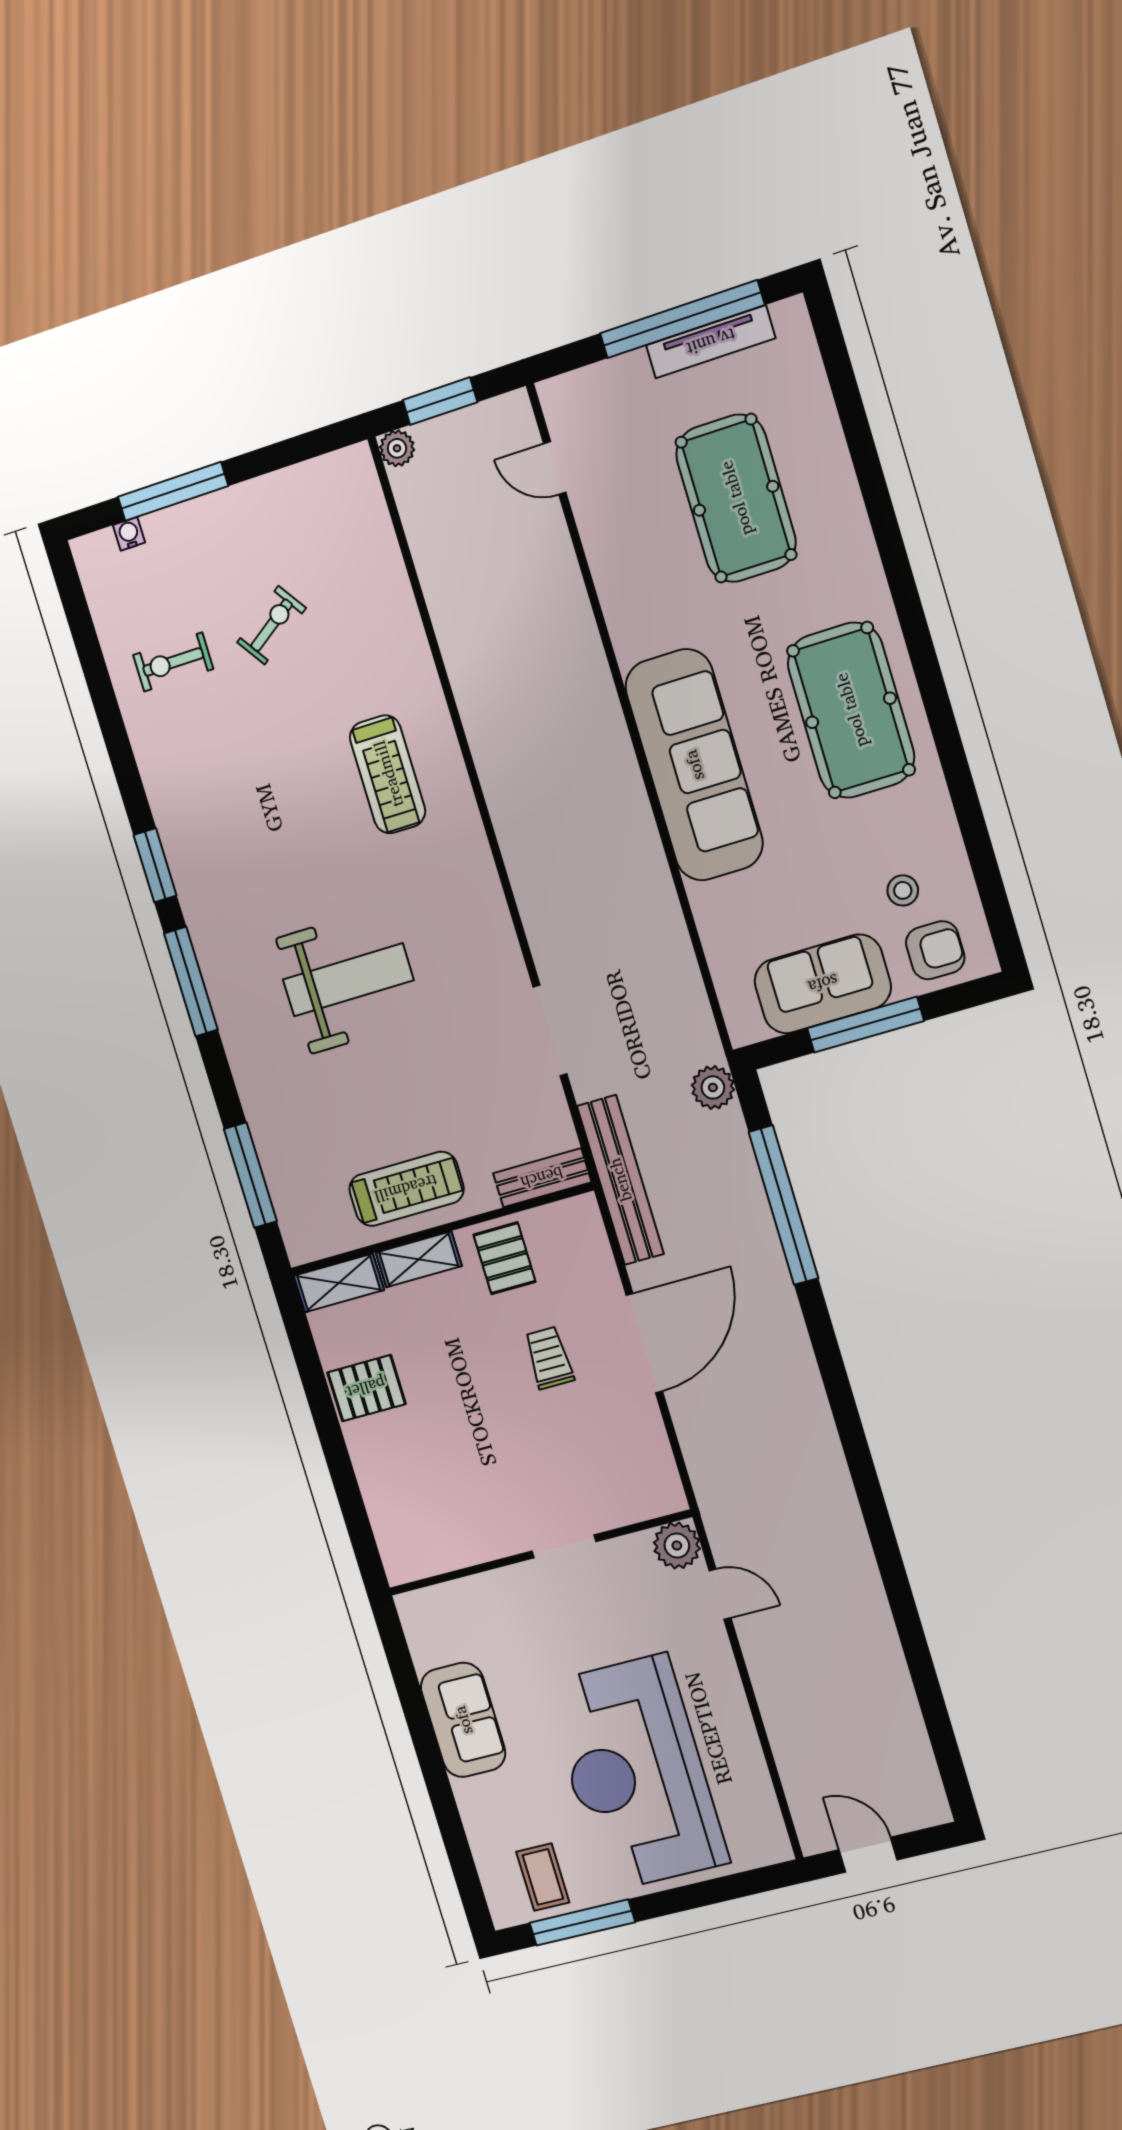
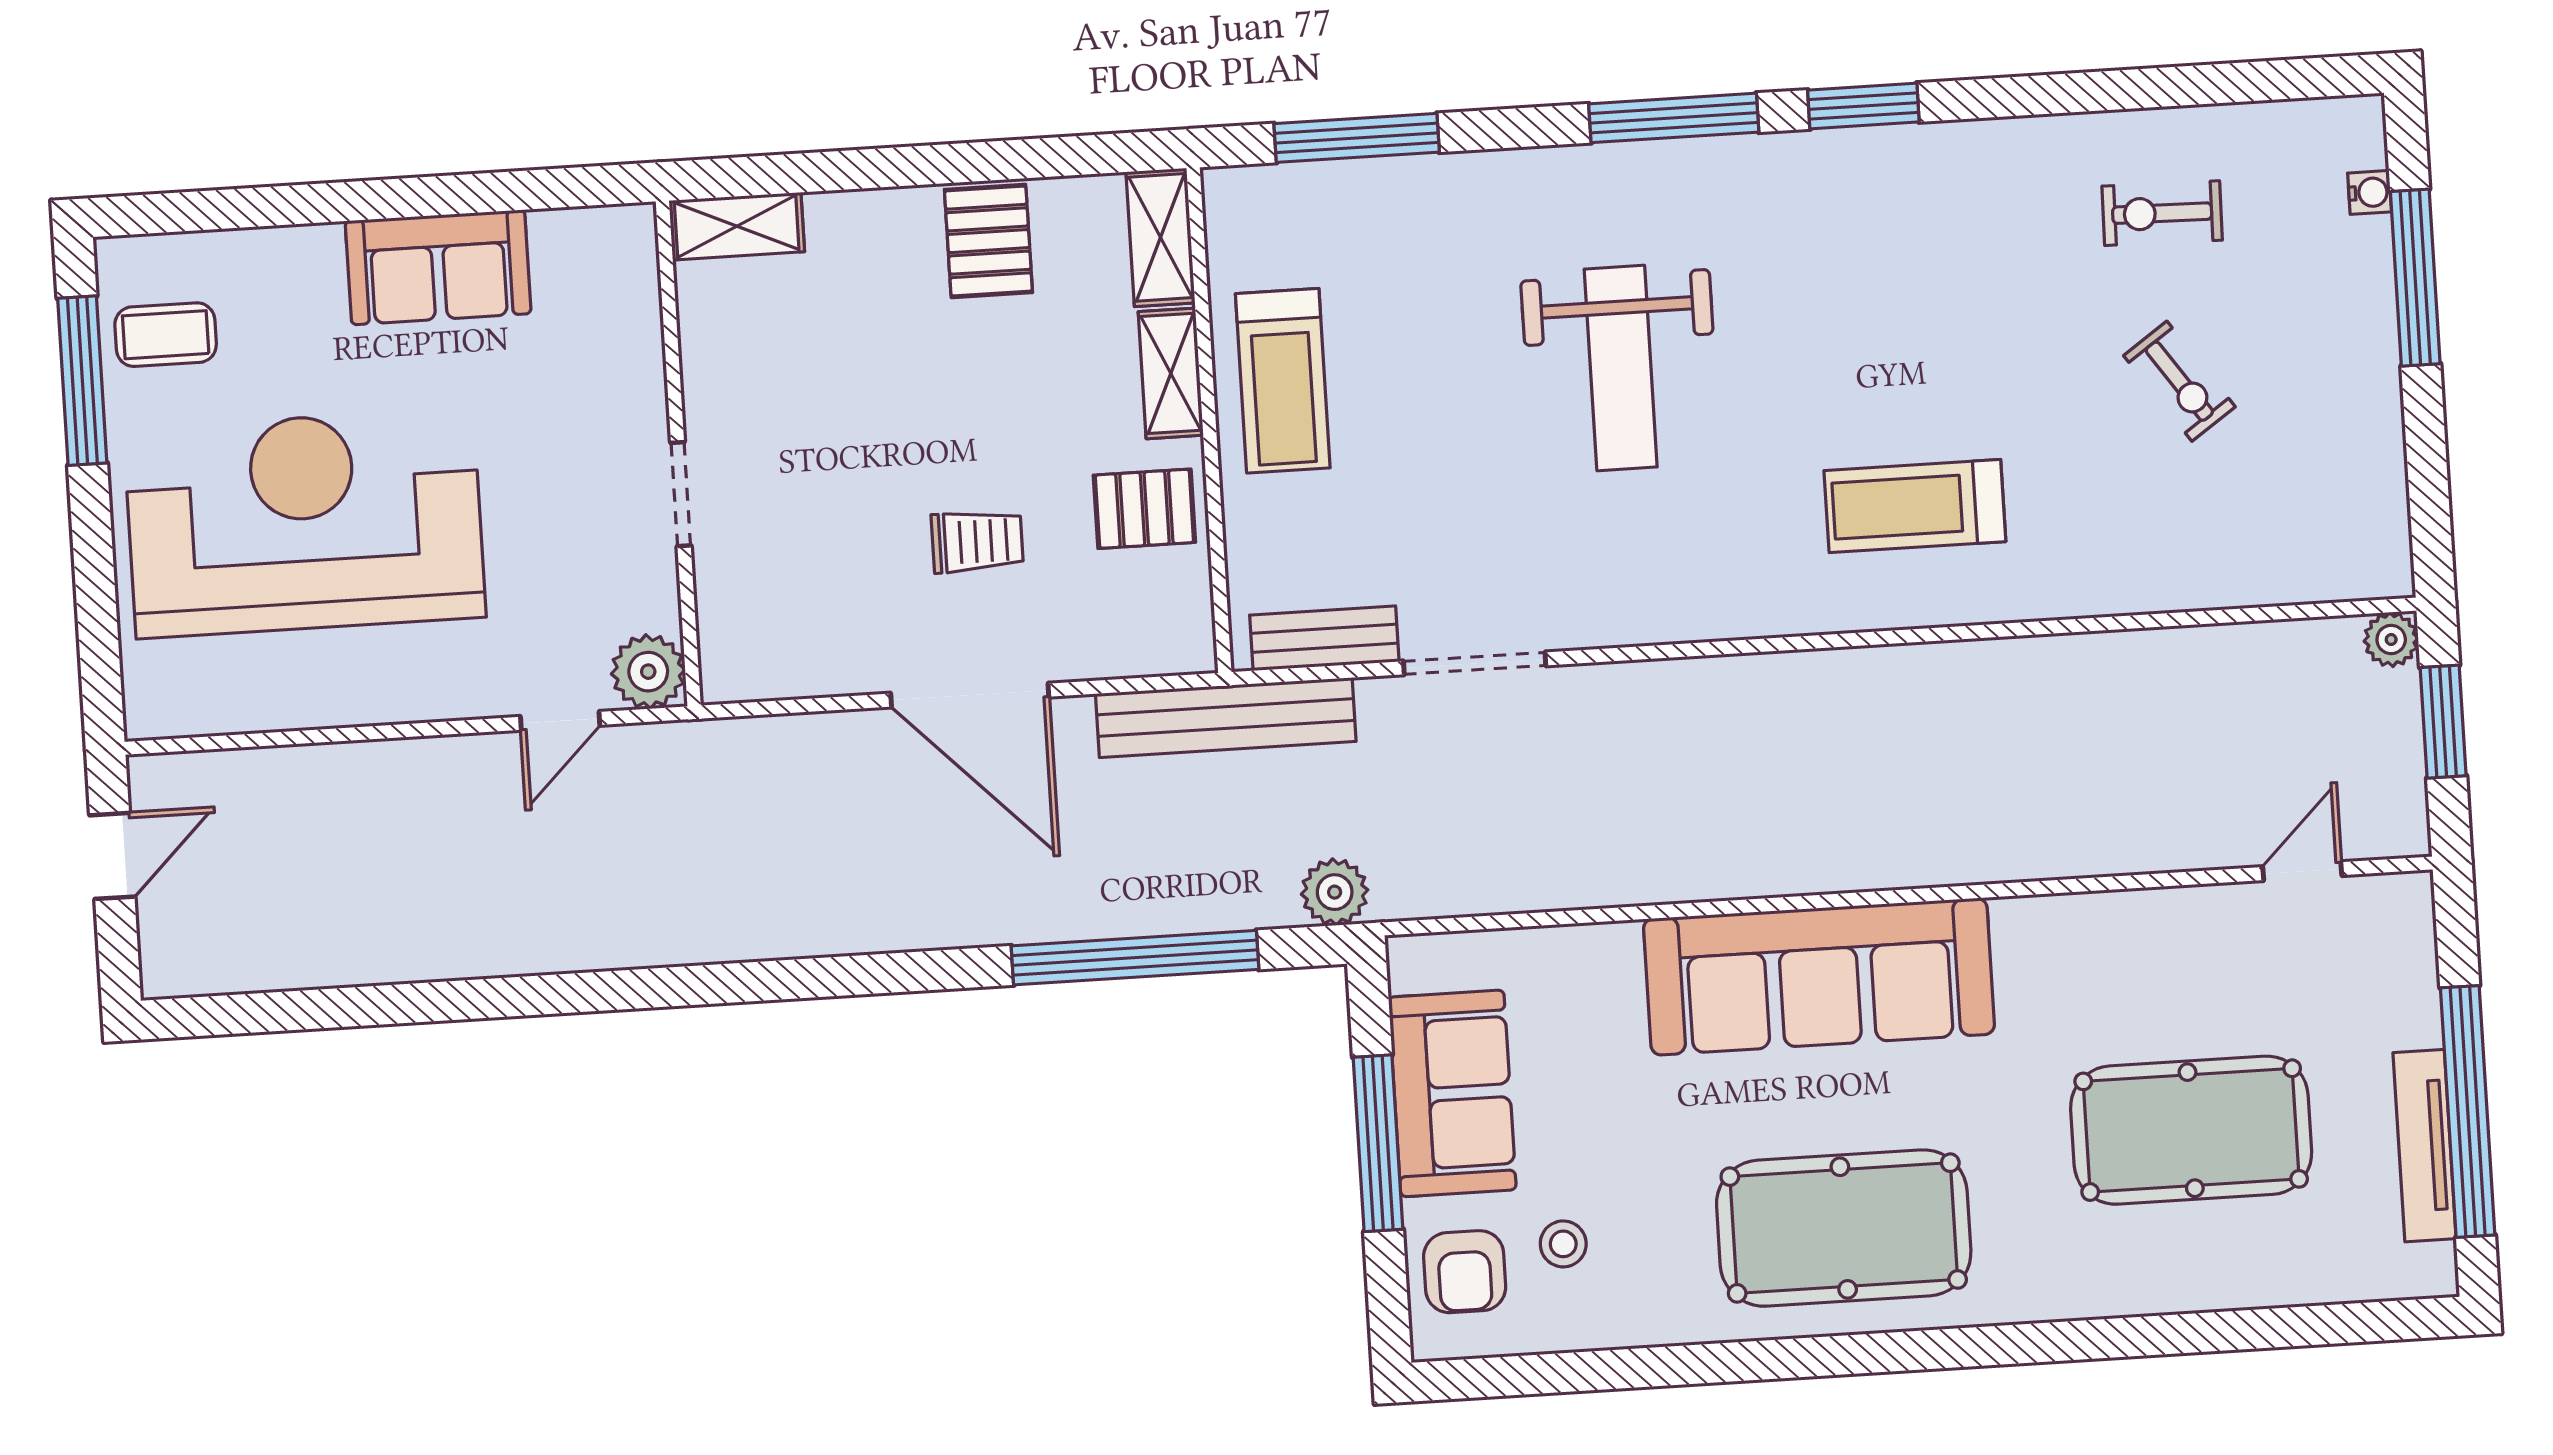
exercise bike: (173, 662) -> (2162, 213), turned -89
bench: (542, 1178) -> (1324, 638), moved, turned 90
shelving: (395, 1544) -> (737, 226), added

